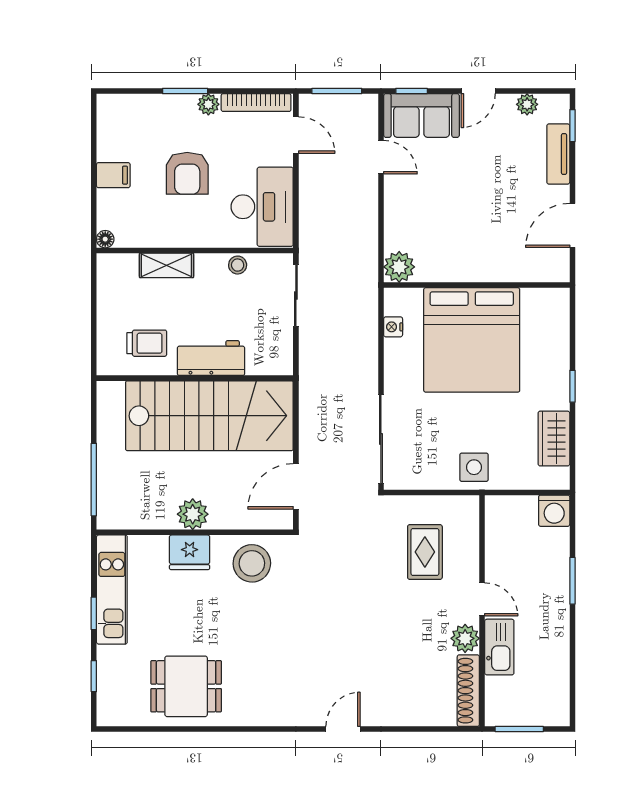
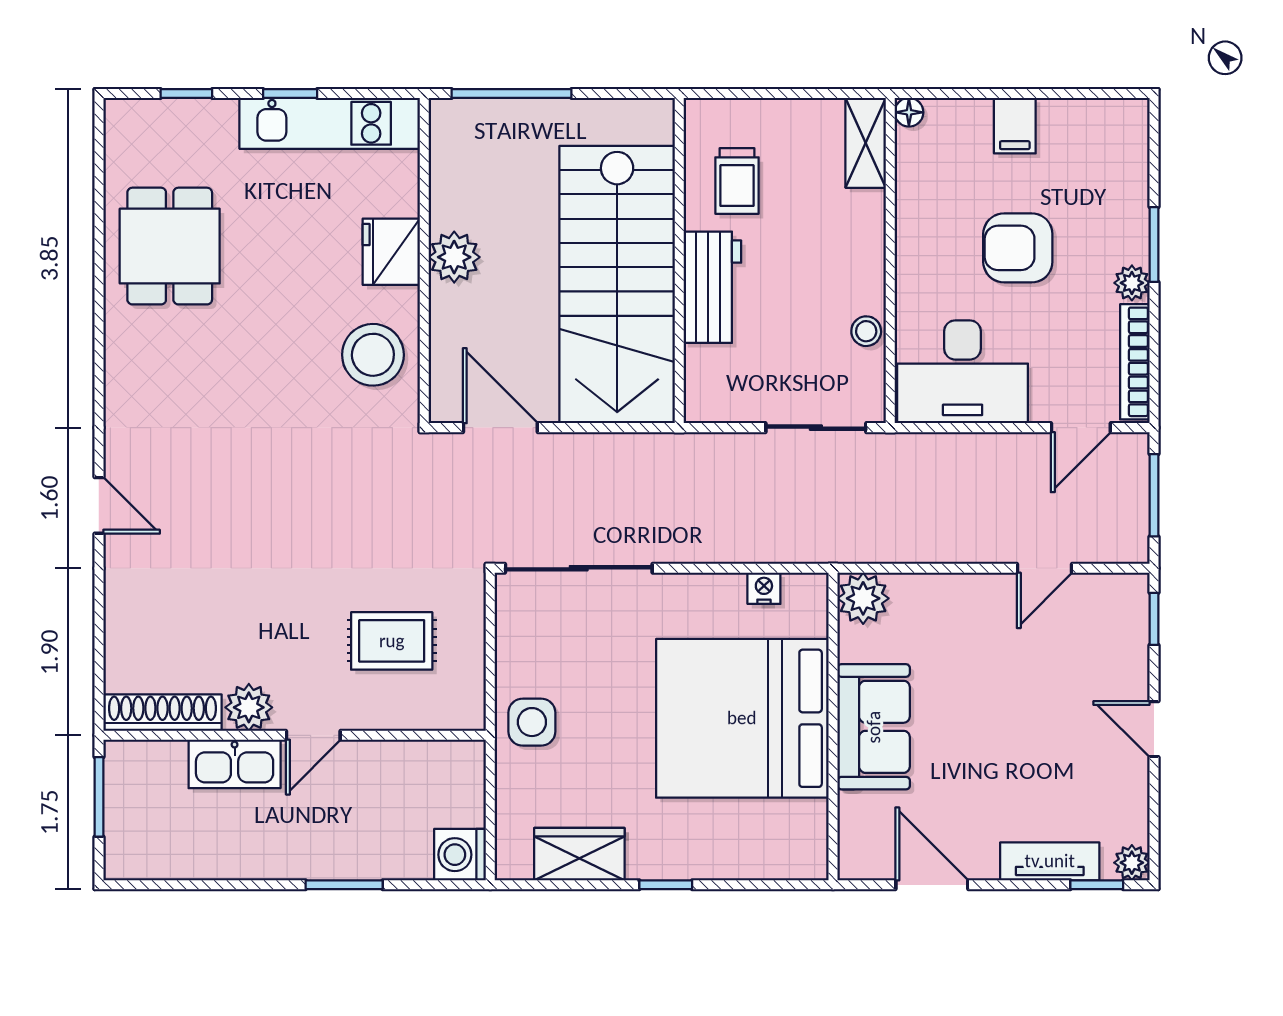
plant: (527, 104) -> (1132, 863), moved
sofa: (421, 116) -> (874, 727), moved, turned 180
shelving: (166, 265) -> (866, 143), moved

